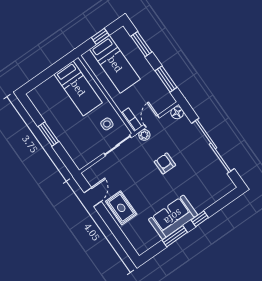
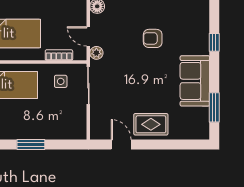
bookcase: (131, 120) -> (59, 55), moved
armchair: (165, 163) -> (153, 38), moved
window: (200, 219) -> (214, 42), moved
window: (175, 236) -> (214, 107), moved

